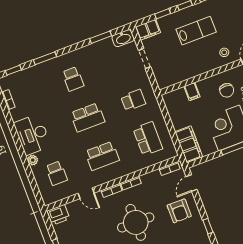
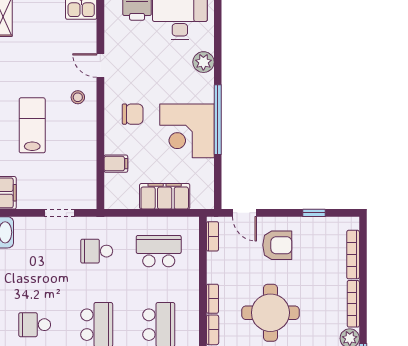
doorway: (145, 59) -> (60, 213), moved
school desk: (73, 79) -> (35, 325), turned 180
school desk: (133, 100) -> (97, 251), turned -90
filing cabinet: (189, 144) -> (165, 196), moved

